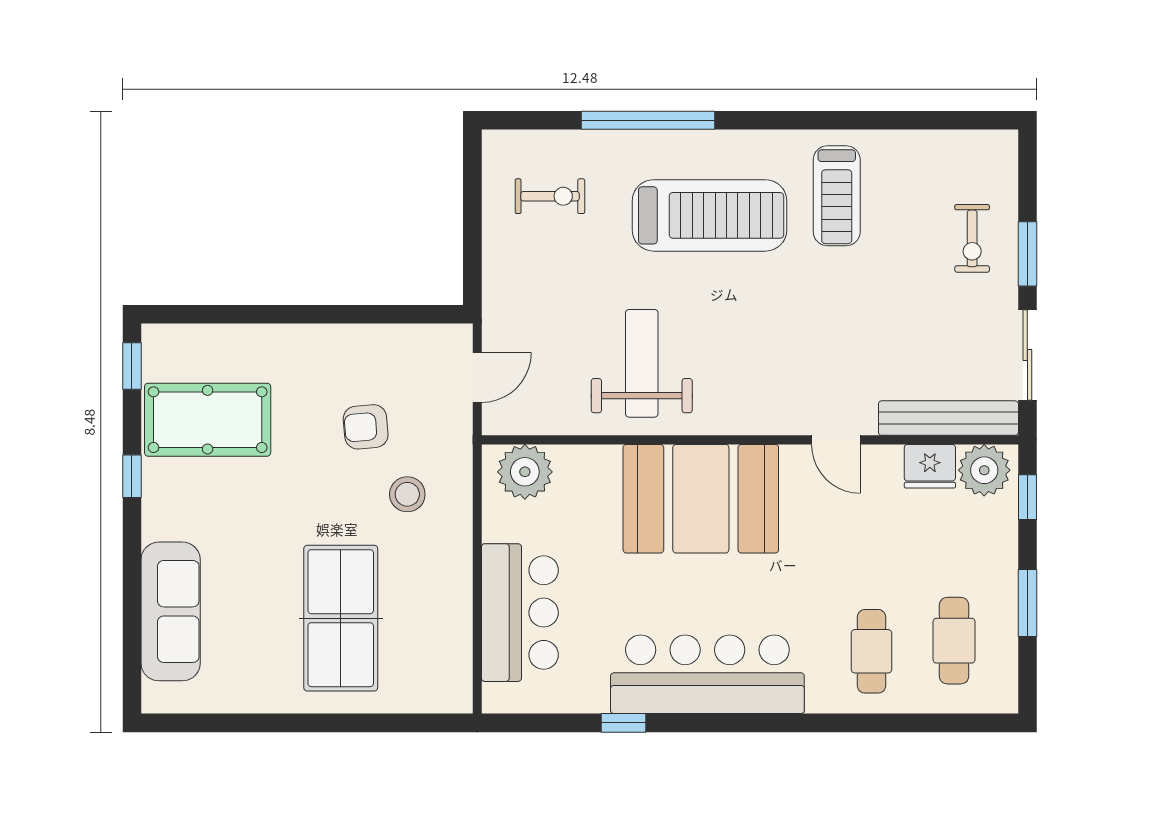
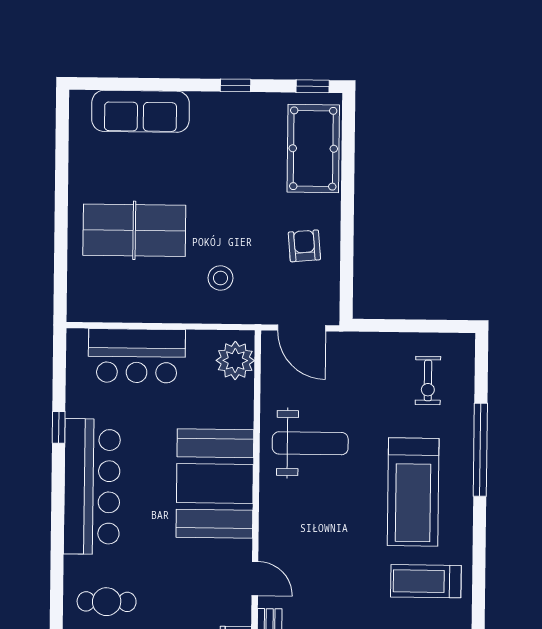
door: (477, 377) -> (302, 328), width x1.38
pool table: (208, 420) -> (313, 148), moved
armchair: (366, 427) -> (304, 246), moved
door: (836, 440) -> (255, 579), swing flipped

